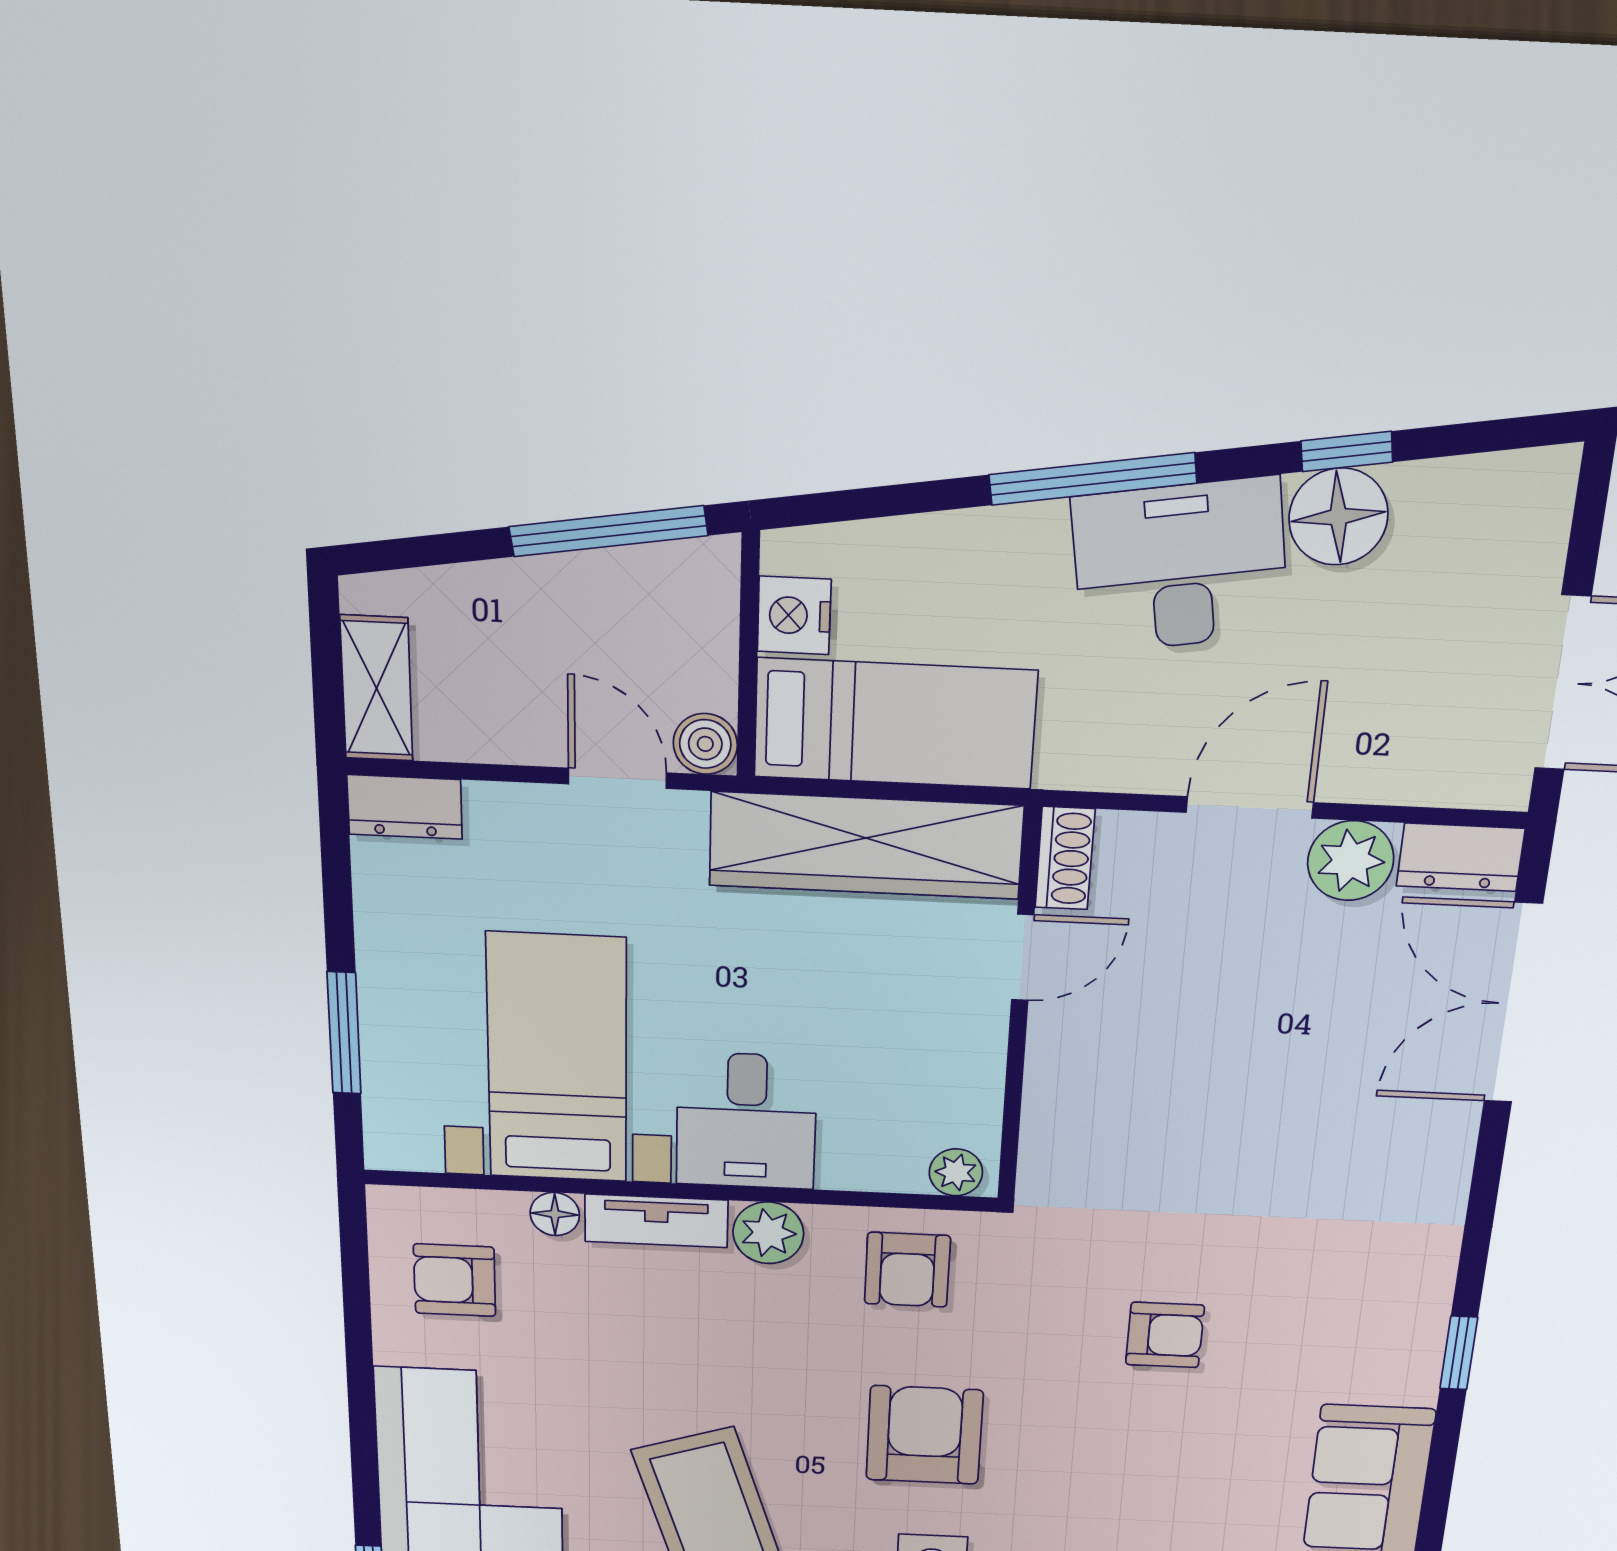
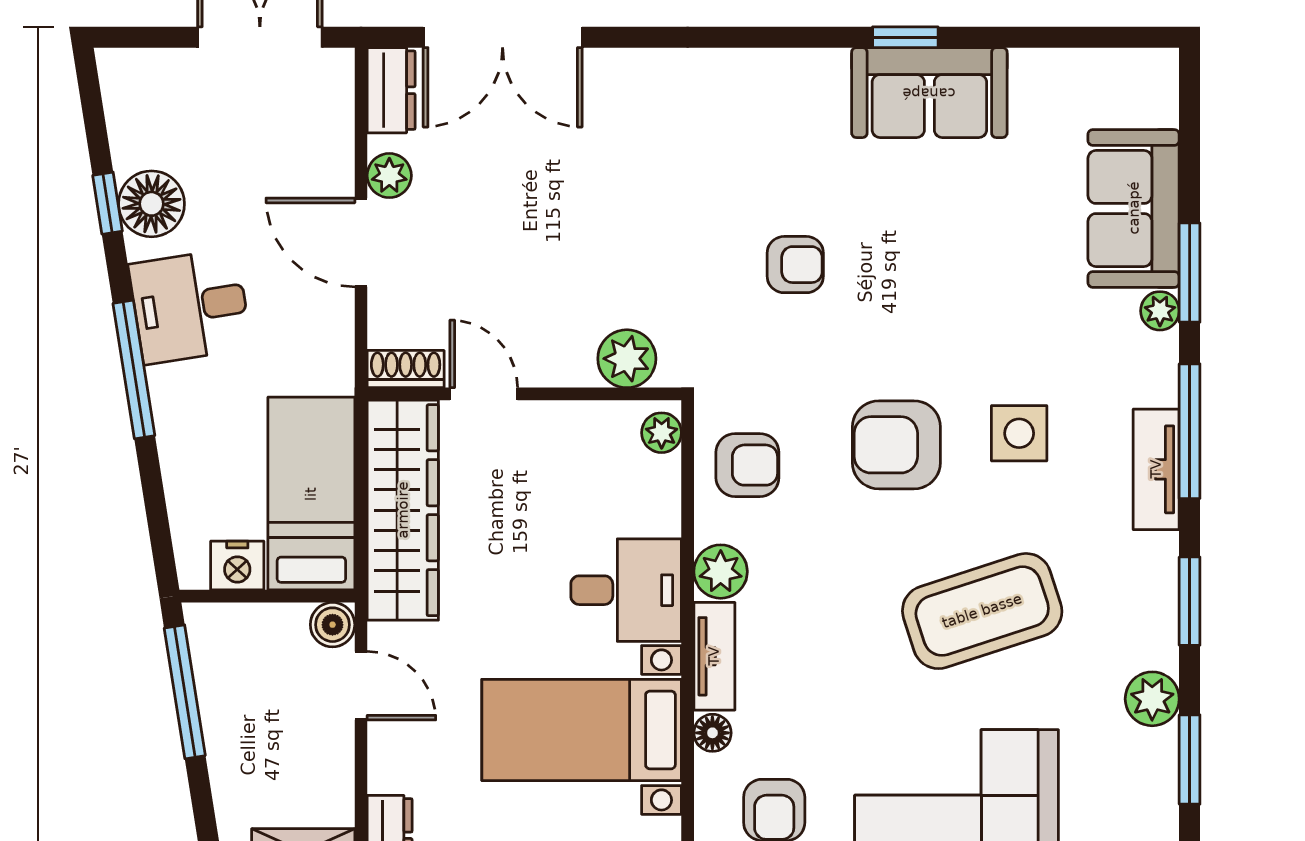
desk: (1180, 566) -> (190, 306), width x0.73
door: (617, 778) -> (361, 686), swing flipped
plant: (1351, 861) -> (389, 176), width x0.73, depth x0.73
plant: (1058, 1136) -> (627, 359), added
armchair: (1165, 1335) -> (795, 265), turned 90
window: (1459, 1353) -> (905, 37), moved

